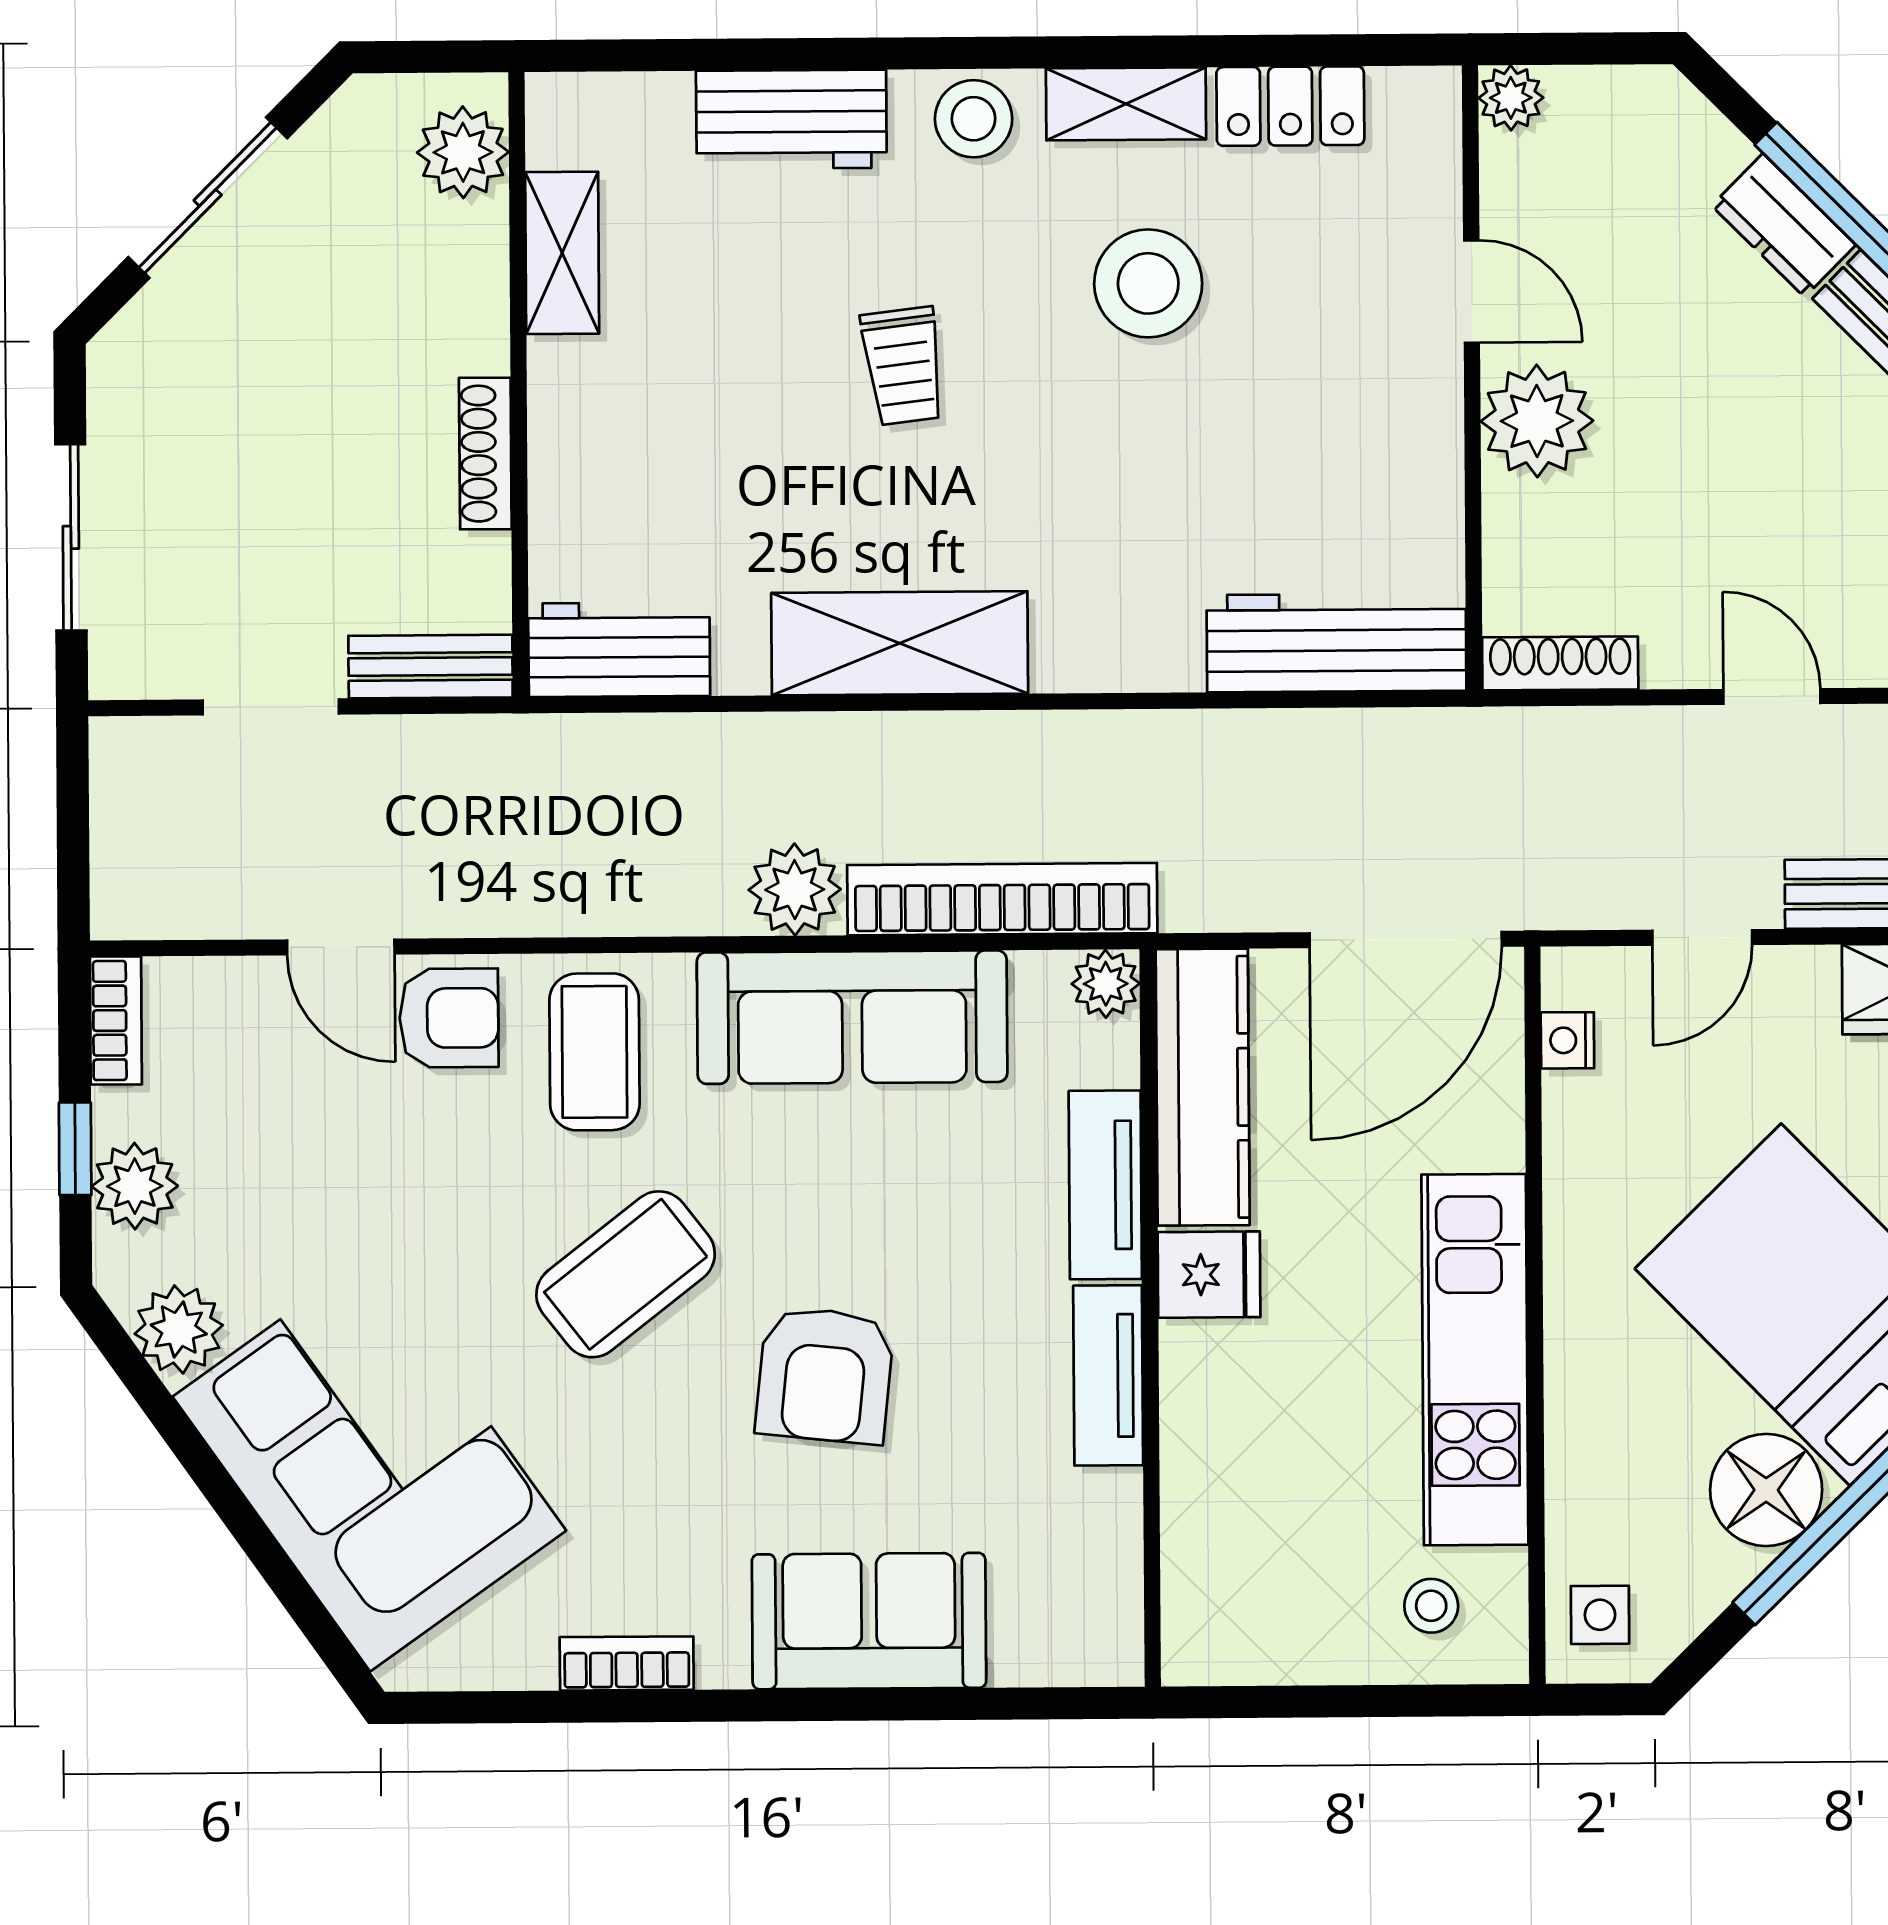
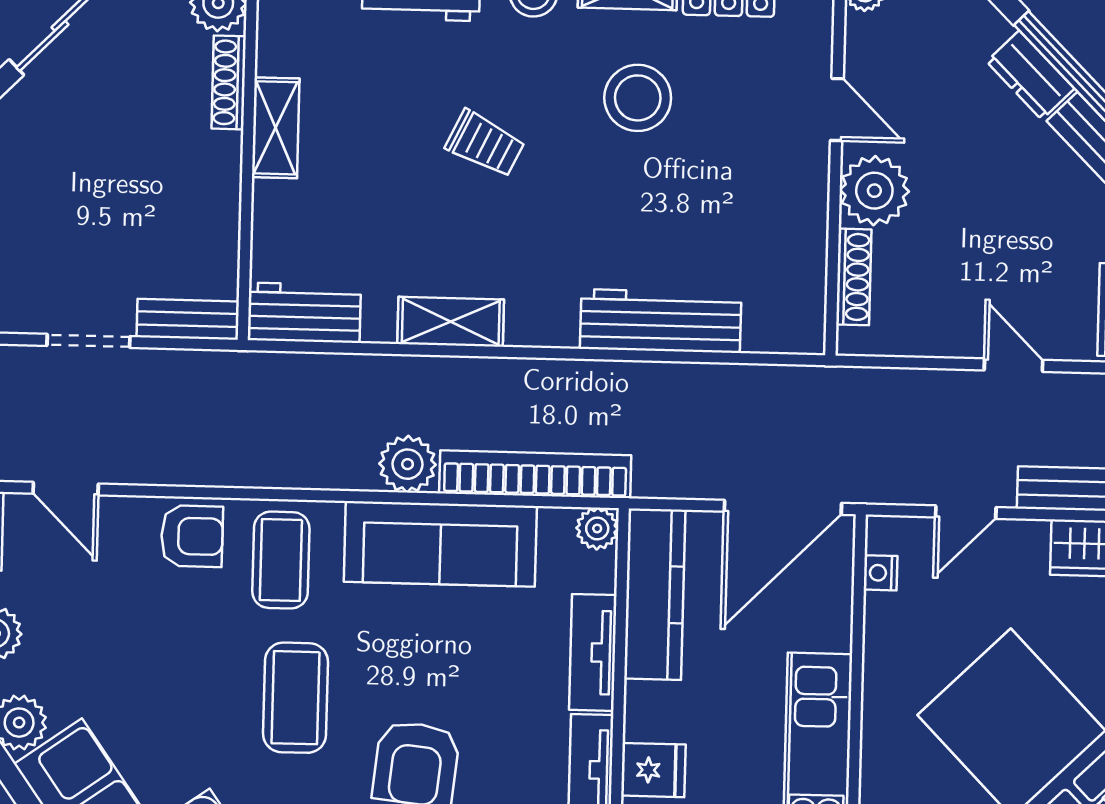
shelving: (562, 253) -> (276, 128), moved
trolley: (903, 366) -> (485, 144), turned -57
shoe rack: (485, 453) -> (229, 82), moved
shelving: (900, 643) -> (451, 322), width x0.67, depth x0.75
workbench: (1336, 643) -> (661, 321), moved
shoe rack: (1560, 663) -> (854, 277), moved, turned 90
door: (341, 947) -> (66, 489), moved
coffee table: (626, 1274) -> (295, 698), turned -52
fridge: (1209, 1275) -> (653, 770), moved

